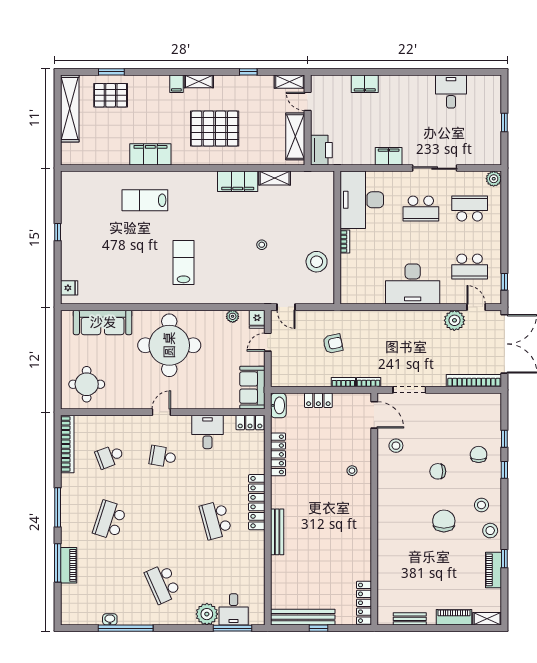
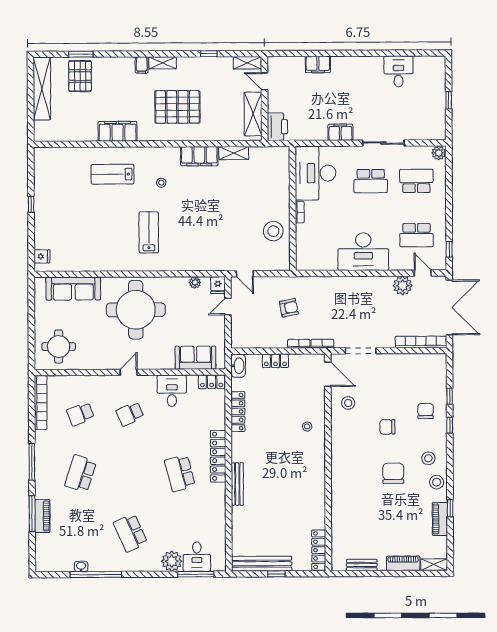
pallet: (111, 95) -> (80, 76), turned 90
stool: (262, 245) -> (161, 183), moved
sofa: (252, 388) -> (195, 358), moved, turned 90
school desk: (163, 456) -> (130, 414), turned -33

